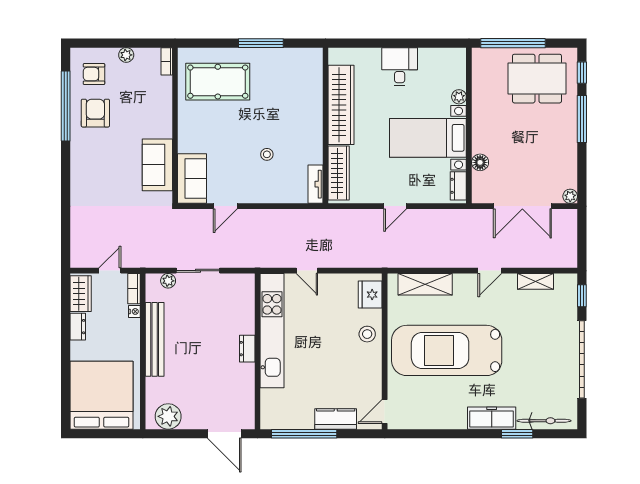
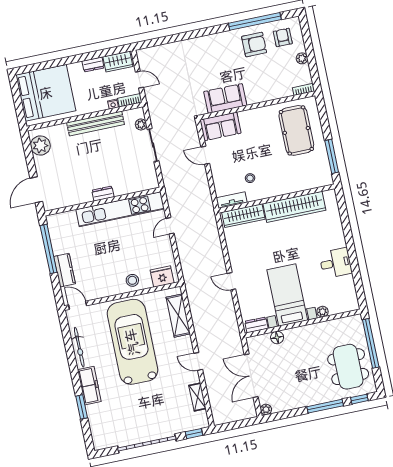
wardrobe: (341, 105) -> (294, 207), moved
wall: (326, 126) -> (277, 199), moved
wardrobe: (339, 173) -> (243, 216), moved
tv unit: (315, 184) -> (232, 200), moved
bicycle: (544, 421) -> (79, 347), moved

